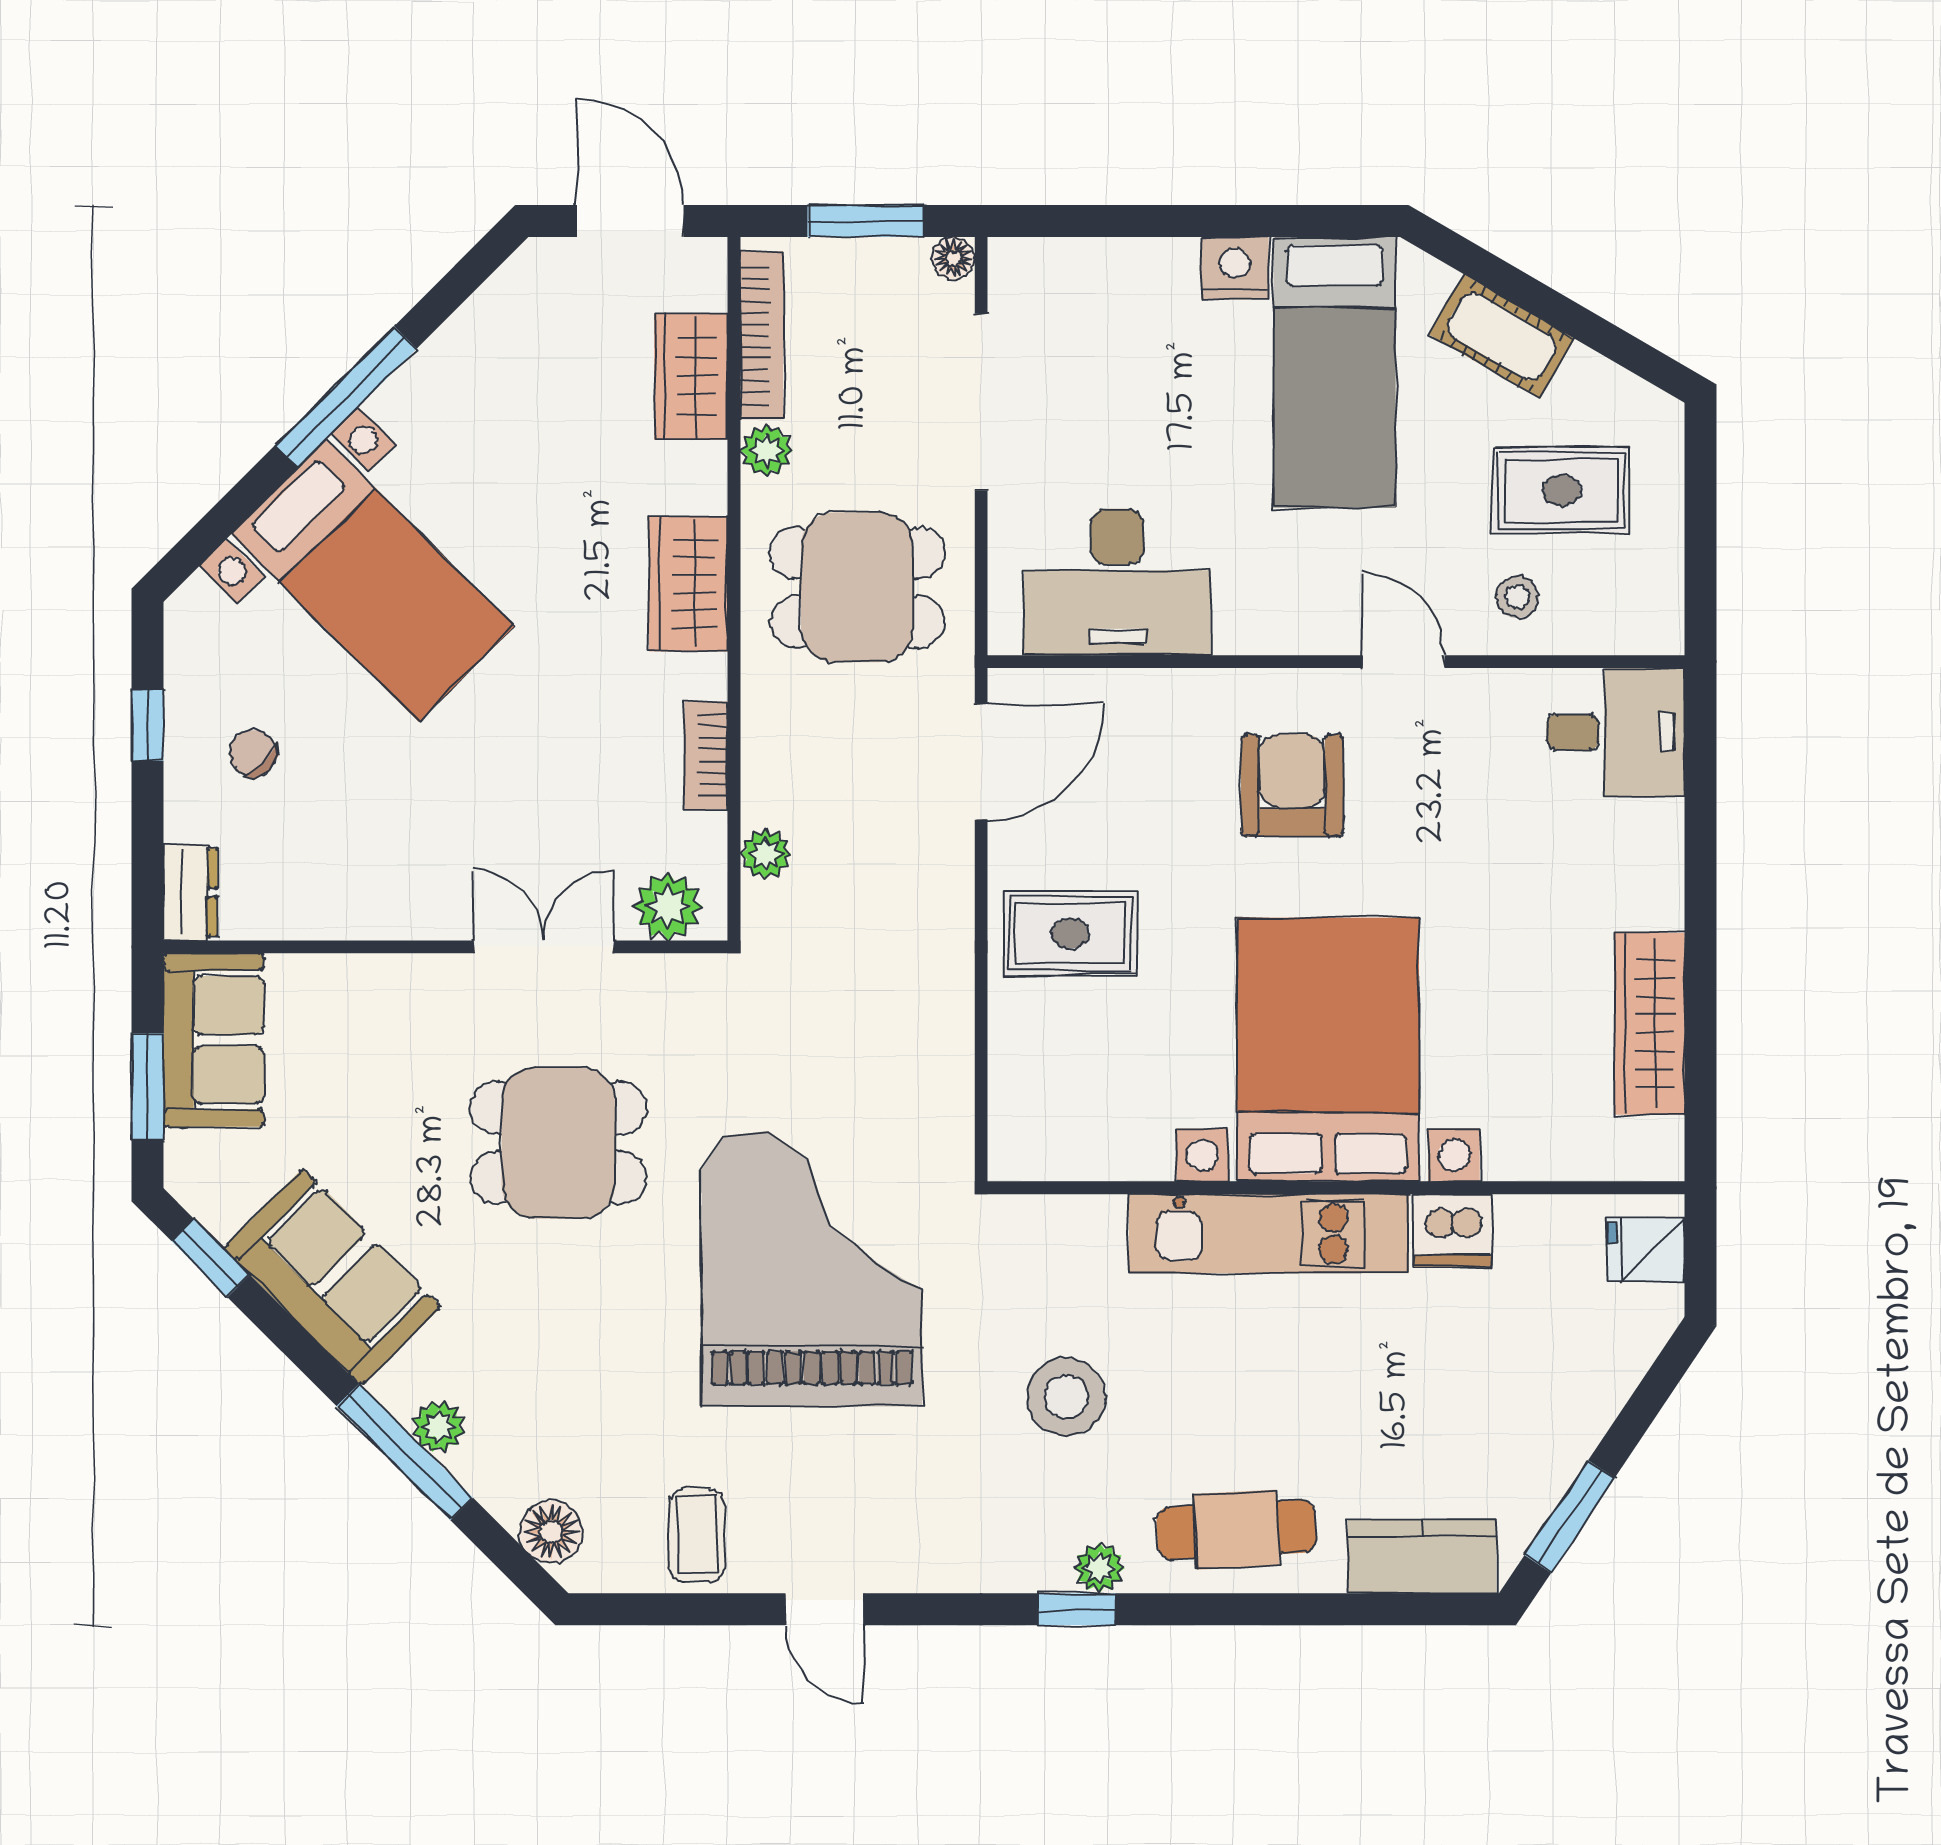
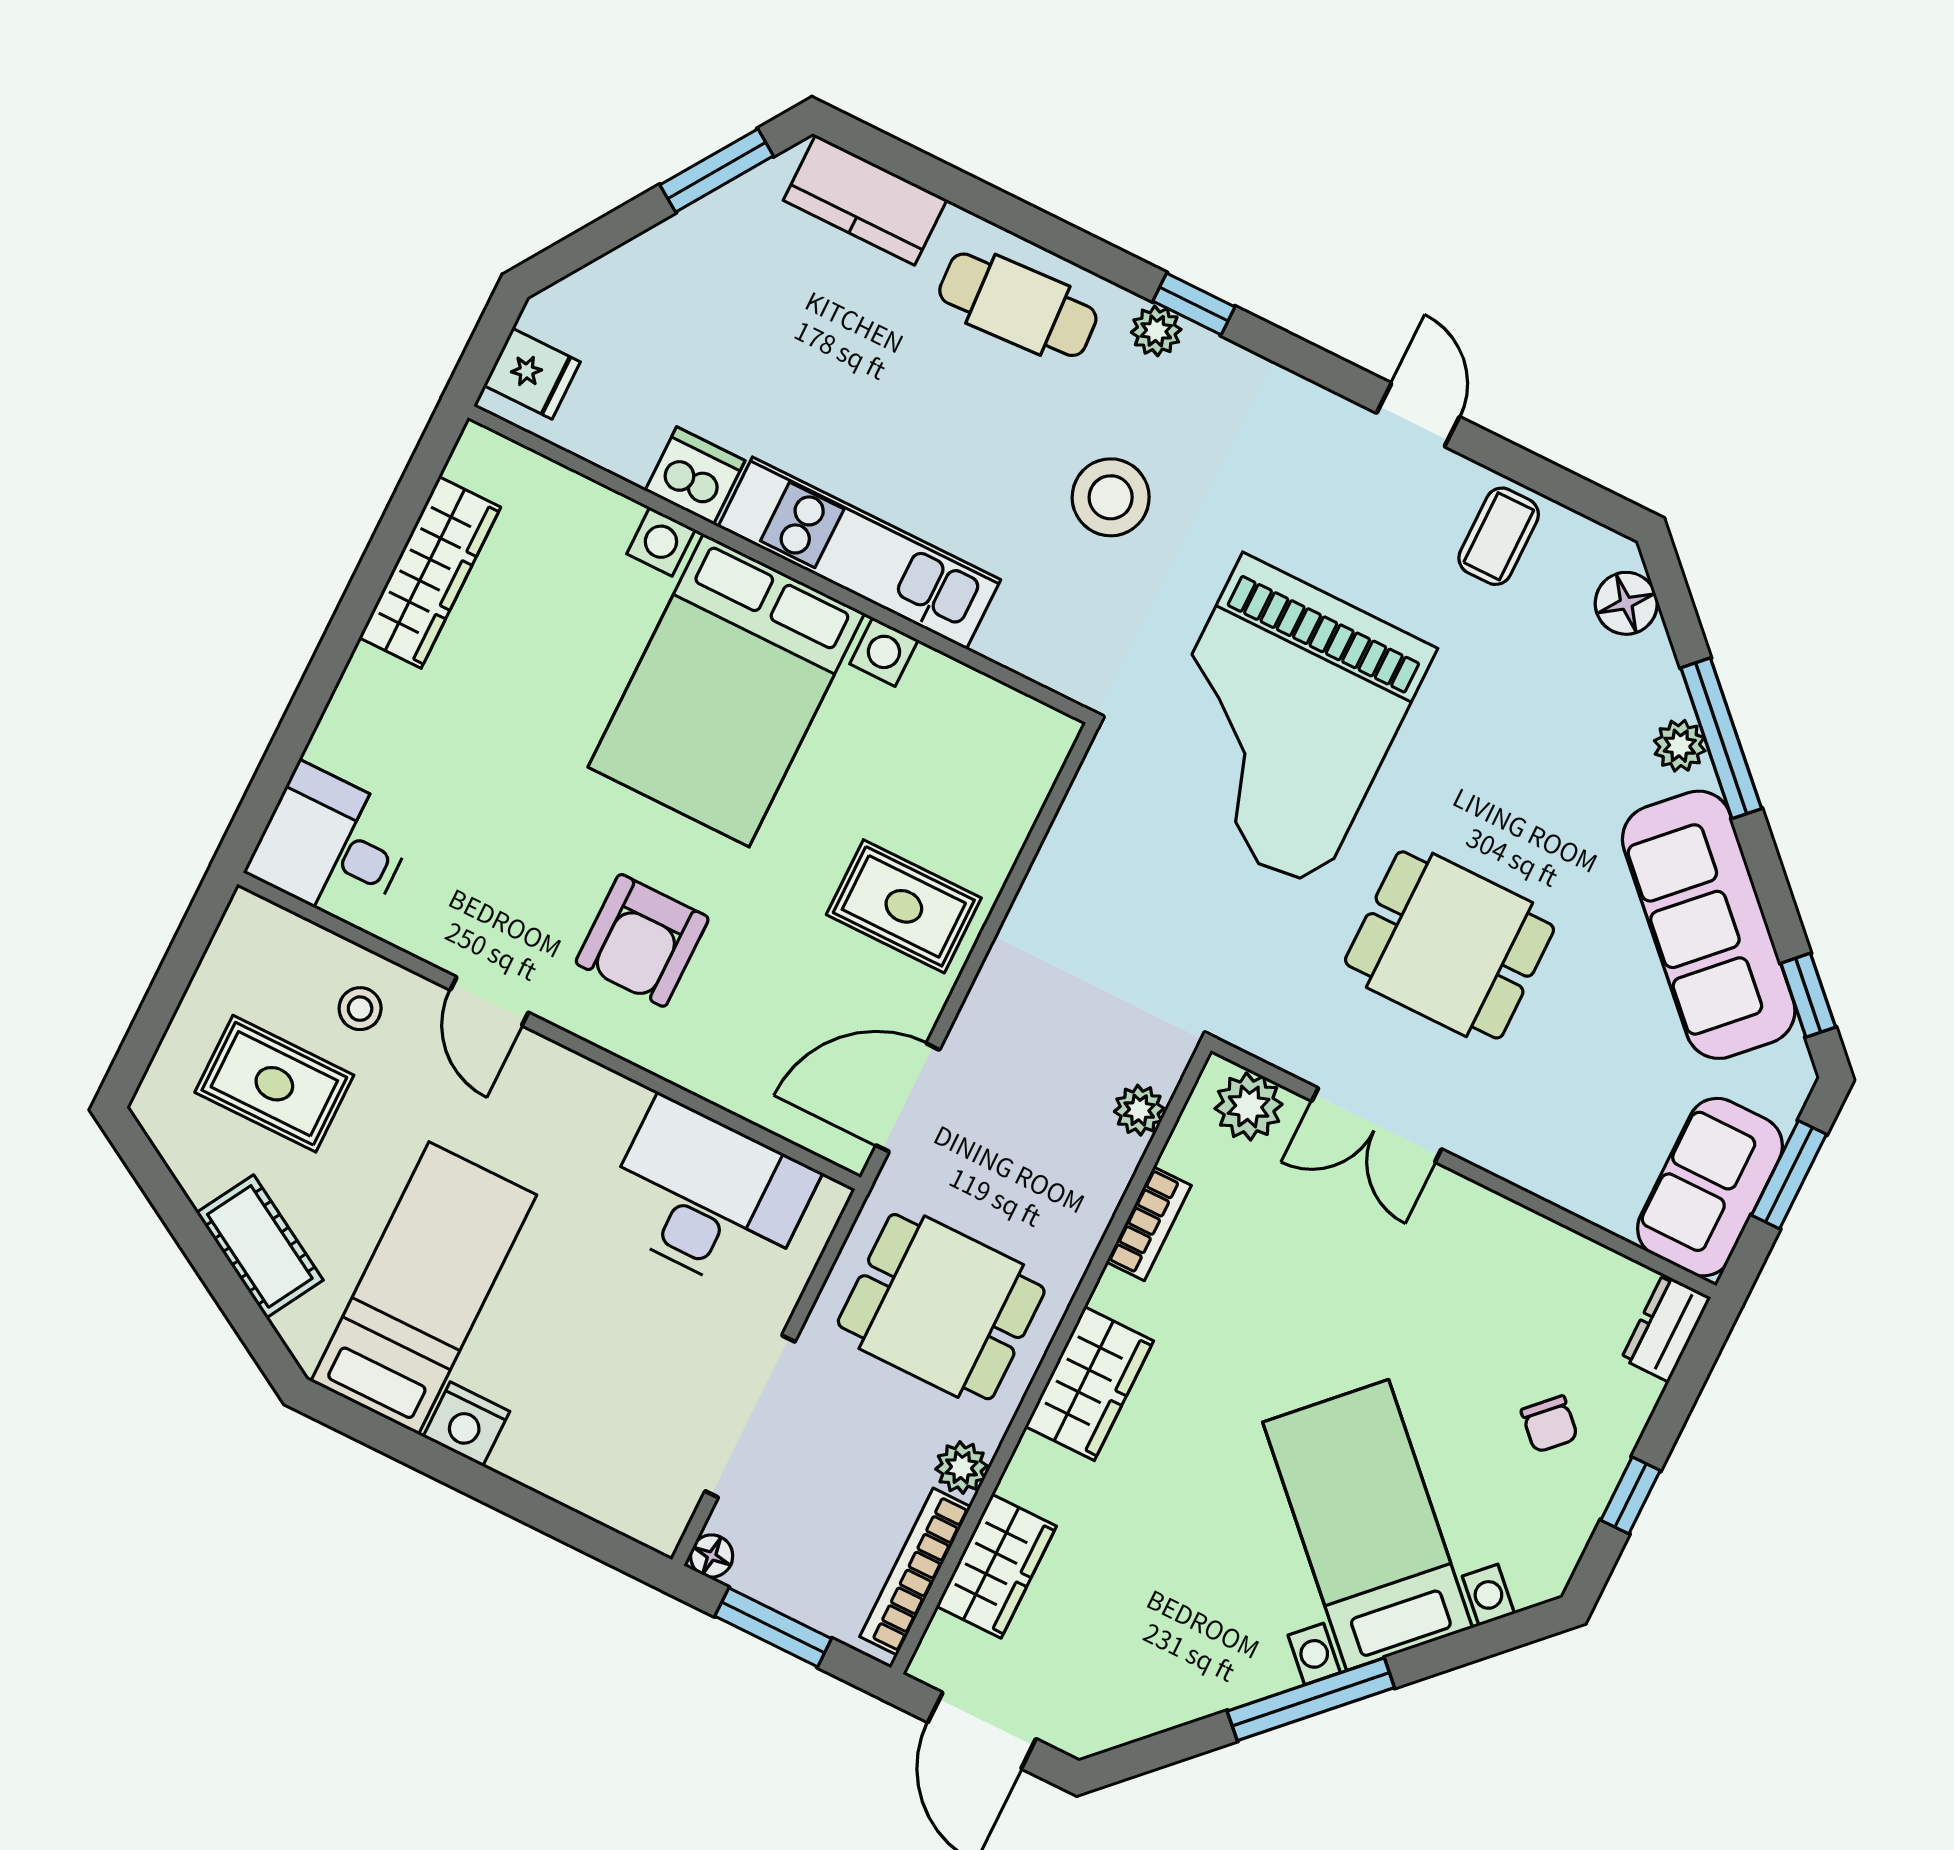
sofa: (332, 1277) -> (1709, 925), width x1.36

